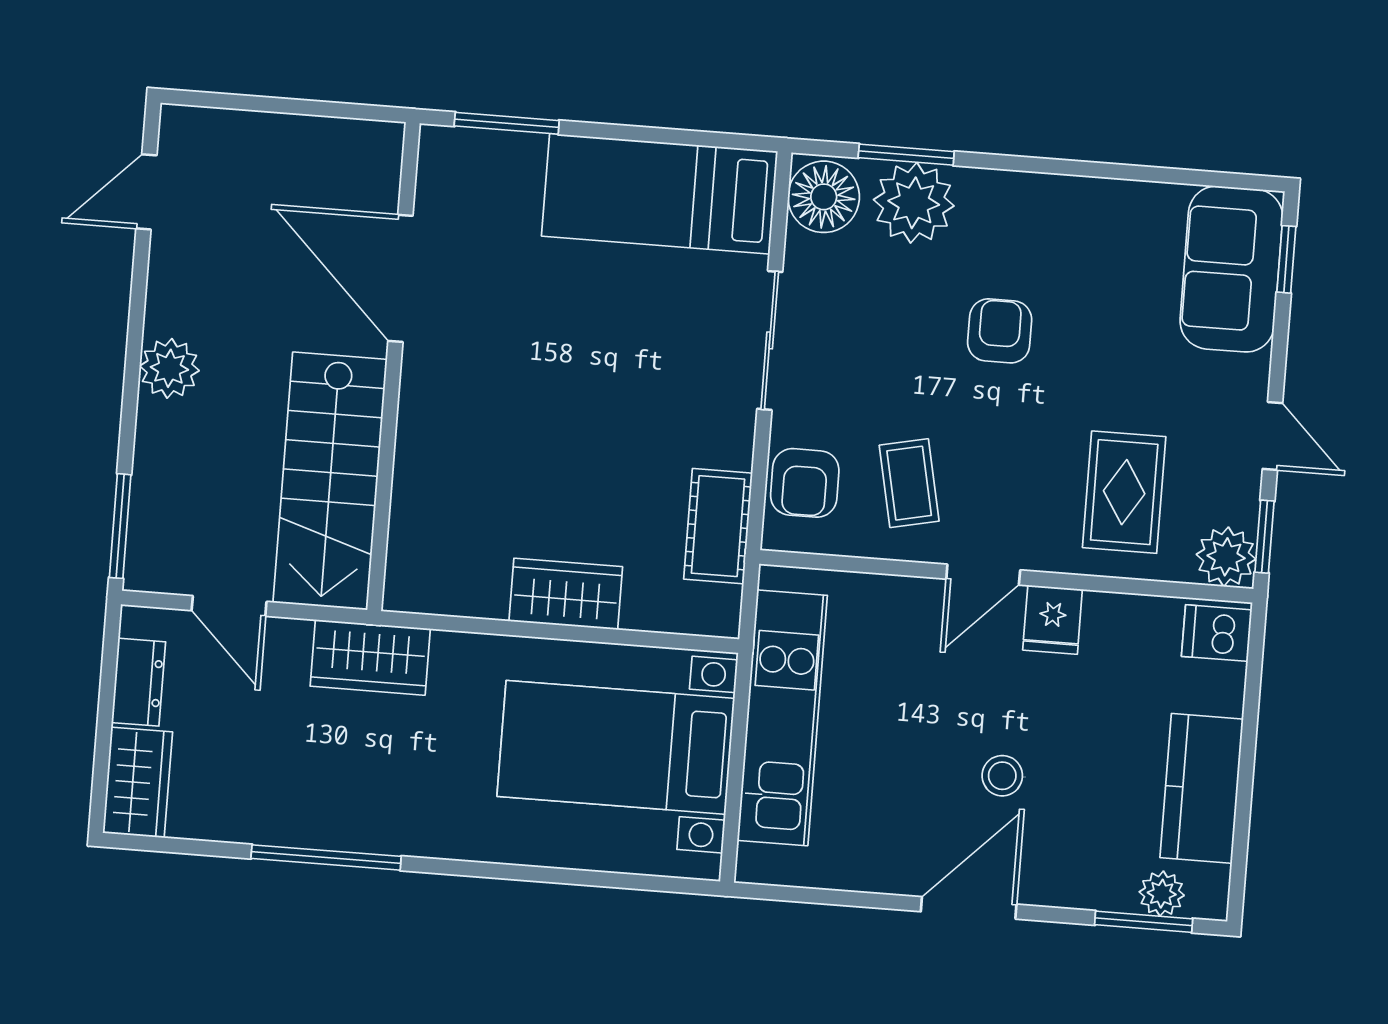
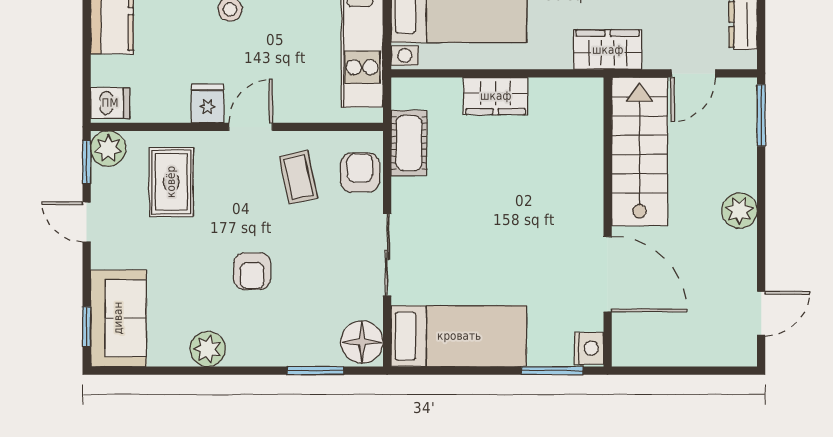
nightstand: (442, 156) -> (589, 348), added
plant: (914, 203) -> (208, 349), moved, width x0.73, depth x0.73
door: (229, 606) -> (693, 73), swing flipped

